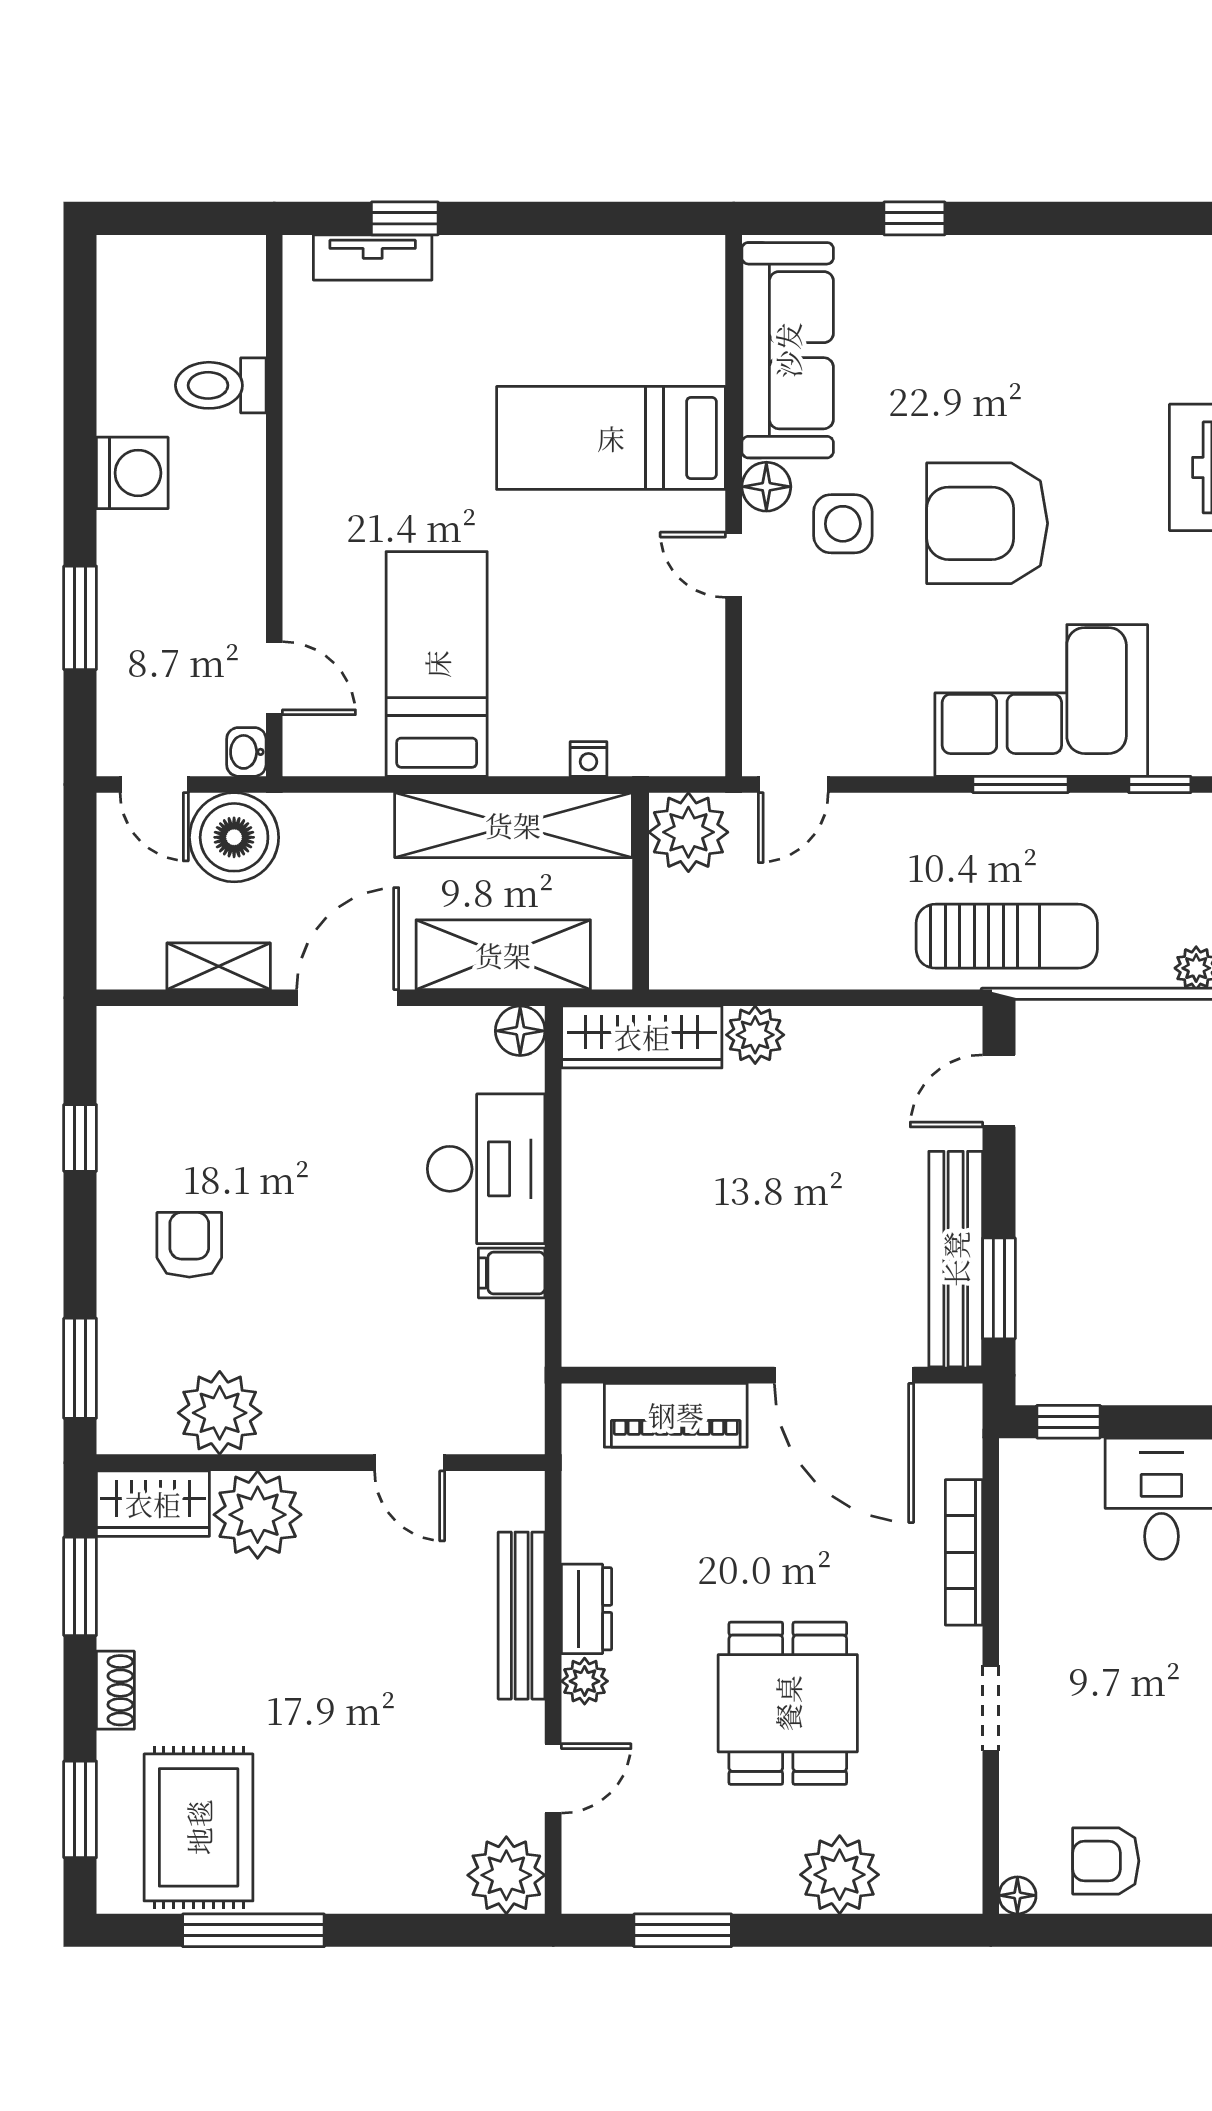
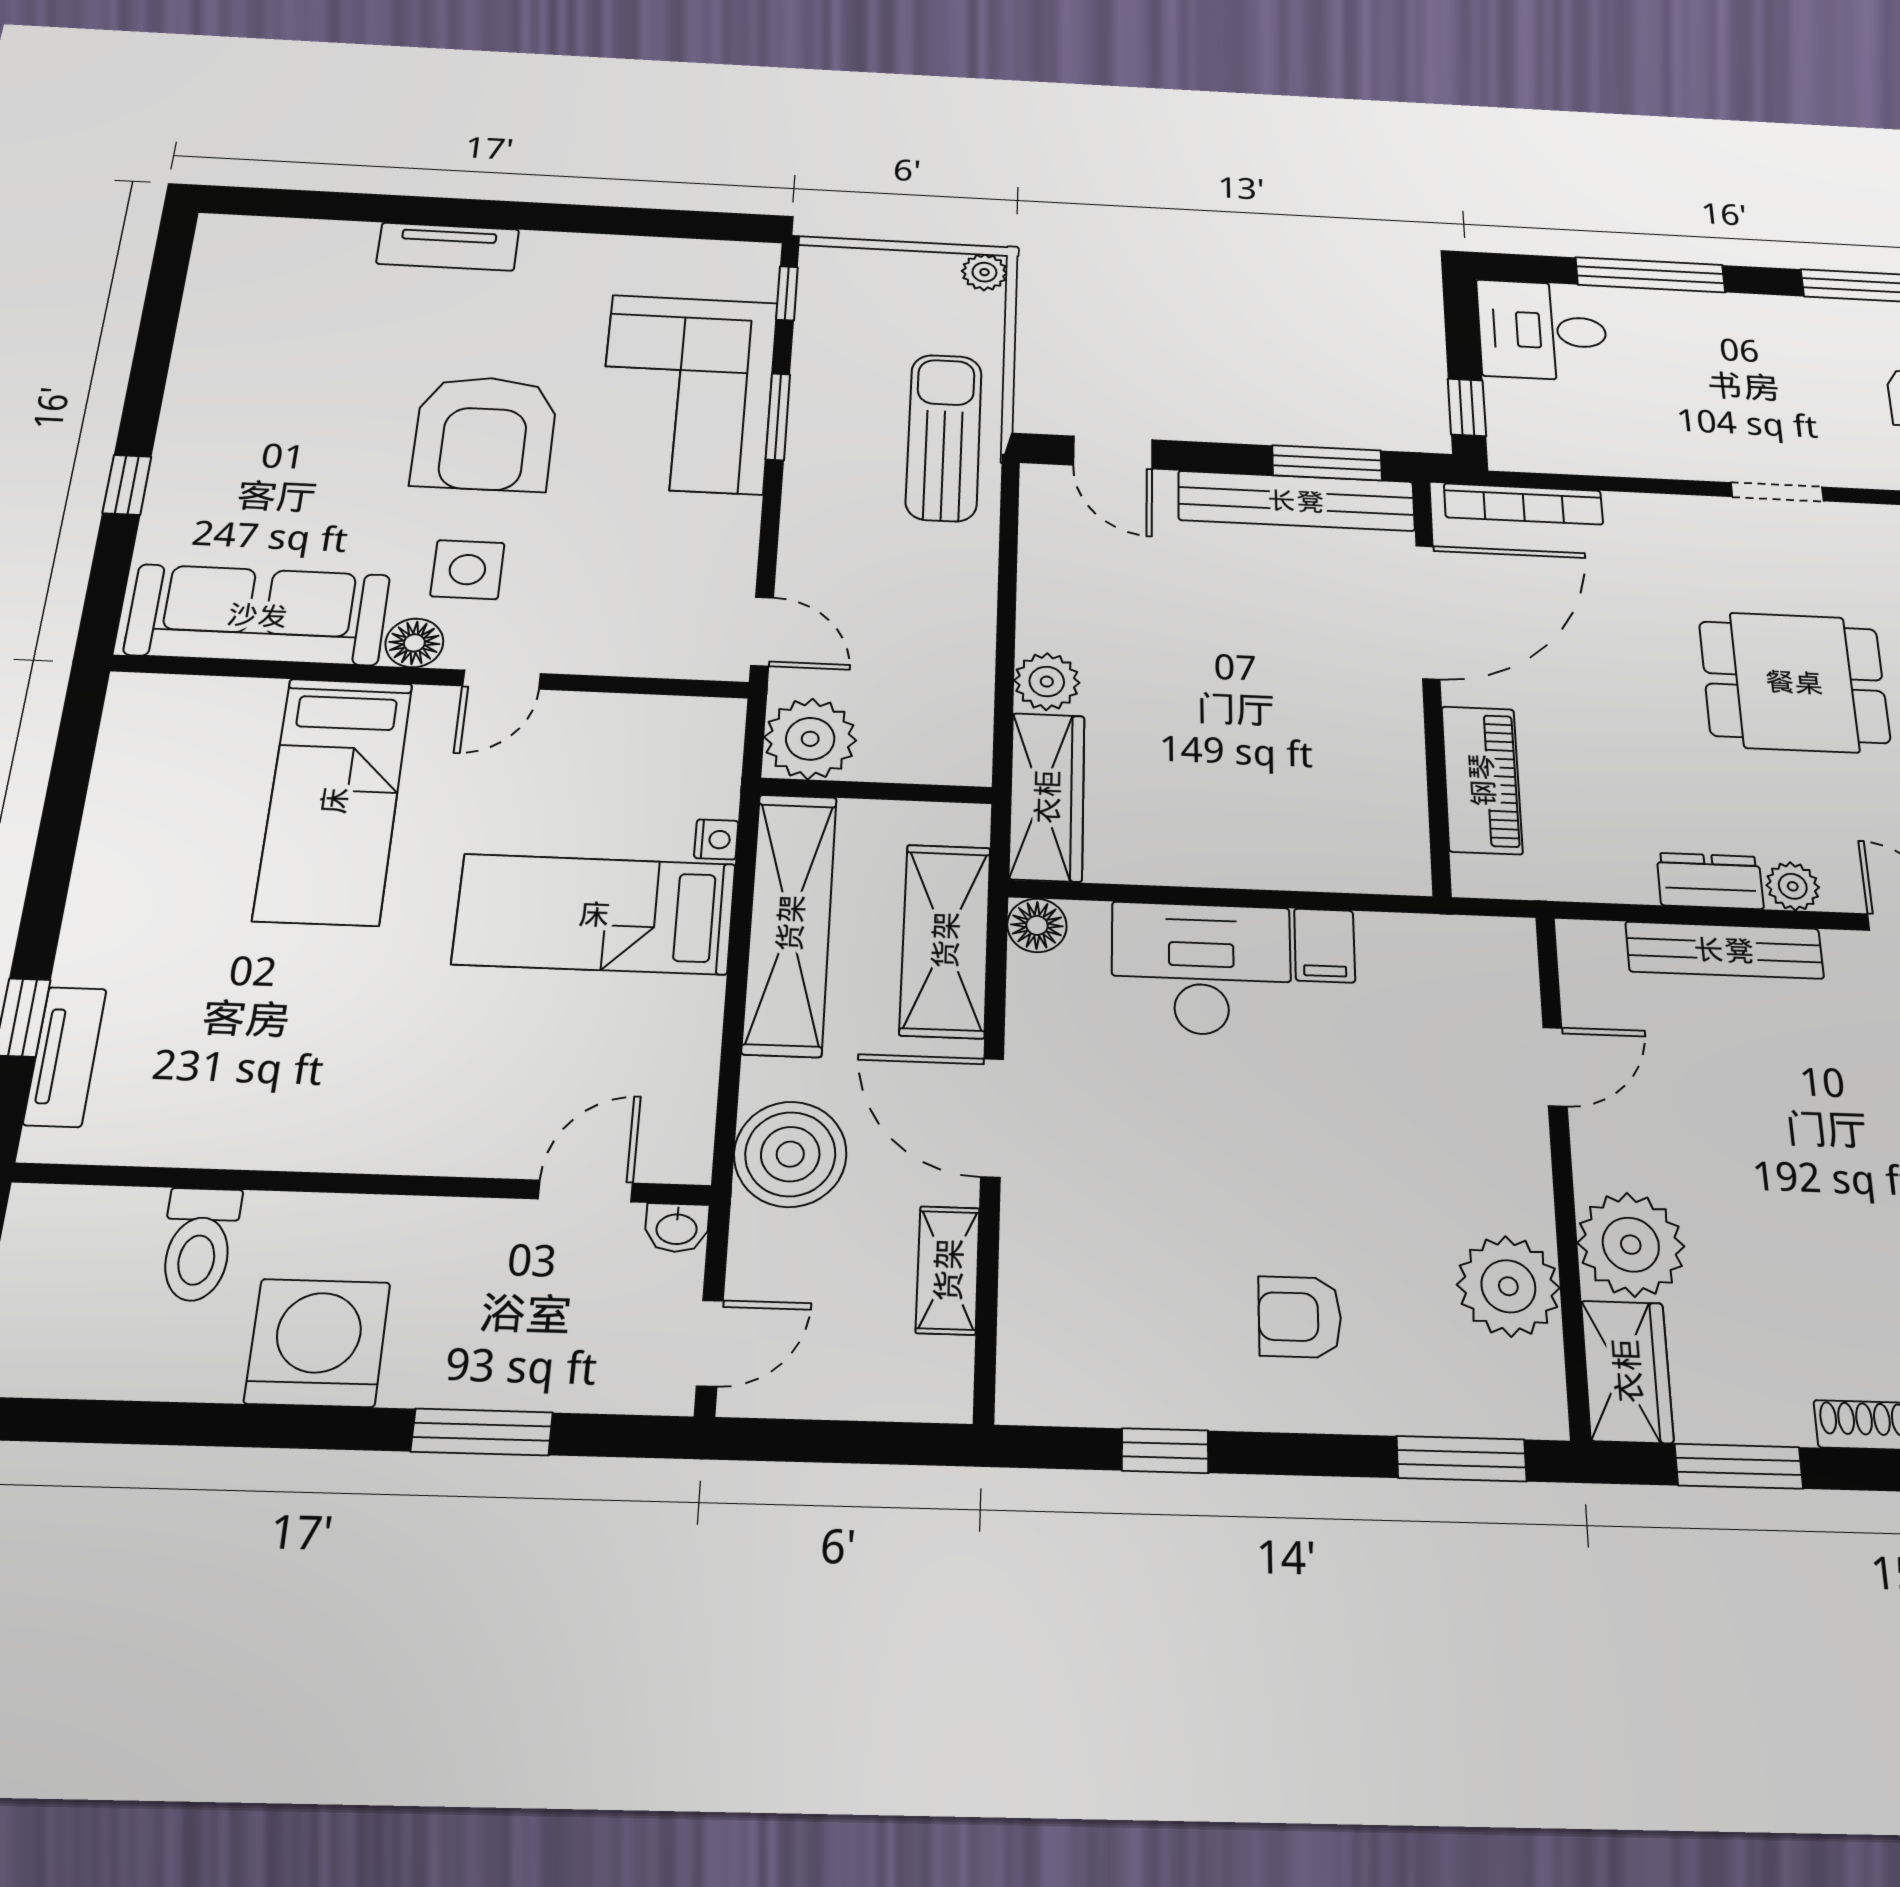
washing machine: (132, 473) -> (318, 1343), width x1.37, depth x1.37
bed: (437, 664) -> (595, 914), moved
boiler: (234, 837) -> (790, 1154), moved
bookcase: (964, 1552) -> (1523, 504), moved

